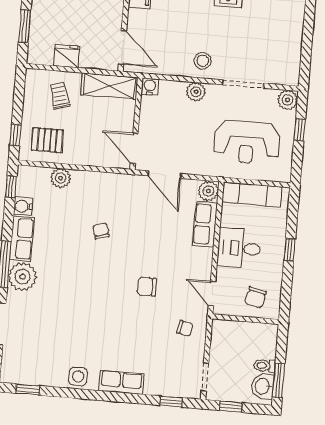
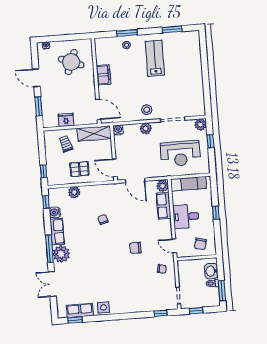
pallet: (47, 140) -> (79, 169), moved
row of seats: (121, 382) -> (80, 311), moved
washbasin: (263, 386) -> (211, 271), moved

